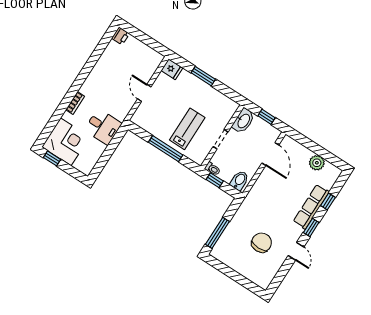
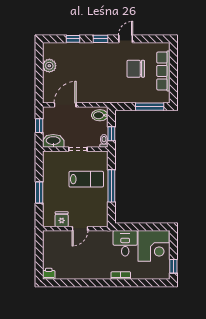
fridge: (172, 69) -> (62, 219), moved
lab bench: (187, 129) -> (86, 179), turned 180
corner desk: (66, 142) -> (154, 246), moved, turned 180
row of seats: (311, 207) -> (163, 71), moved, turned 90

